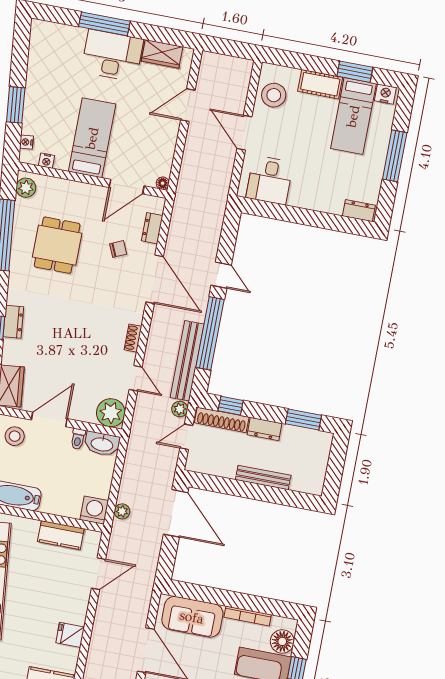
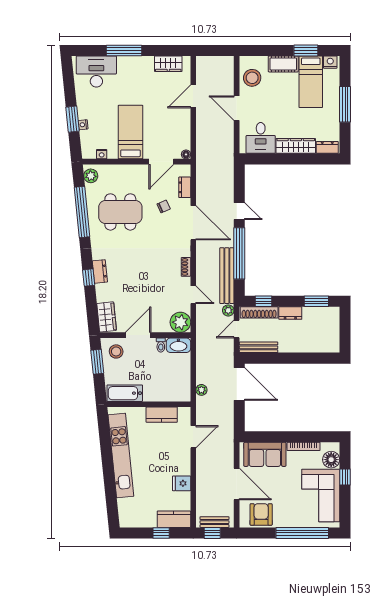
desk: (112, 55) -> (96, 72), moved
nightstand: (26, 142) -> (83, 125), moved
wardrobe: (316, 200) -> (296, 146), added
dining table: (57, 245) -> (120, 212), width x1.38
bench: (263, 478) -> (259, 347), moved
washing machine: (94, 510) -> (182, 393), removed

